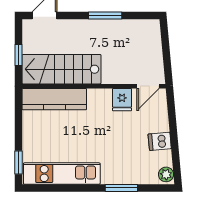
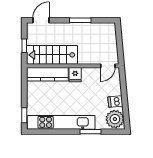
fridge: (122, 100) -> (75, 75), moved
kitchen unit: (62, 174) -> (61, 122), width x1.36
plant: (166, 174) -> (115, 119), width x1.88, depth x1.88

